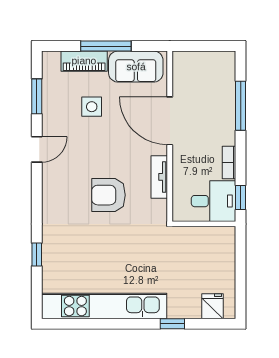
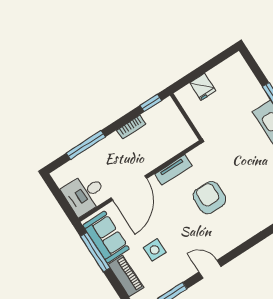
window: (106, 46) -> (95, 252), moved
armchair: (108, 195) -> (209, 198), turned 180
desk: (214, 201) -> (85, 194), moved, turned -90
fridge: (213, 306) -> (203, 87), moved, turned -90

